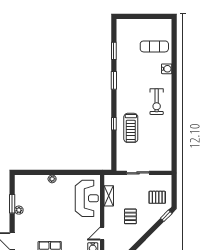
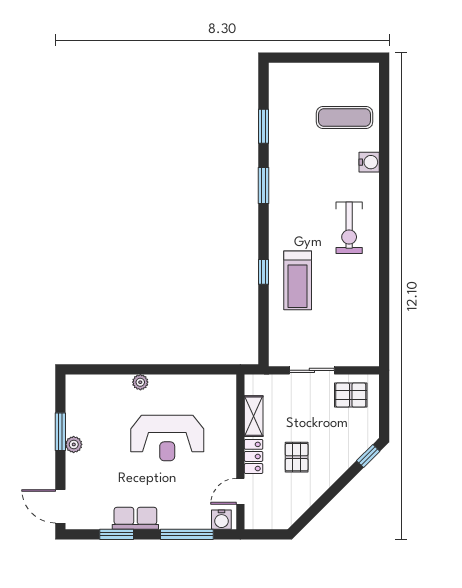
pallet: (157, 197) -> (351, 395), moved
reception desk: (87, 198) -> (167, 438), moved, turned 90
locker: (109, 216) -> (254, 456), added

